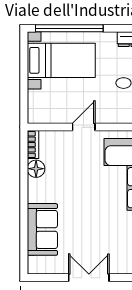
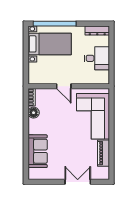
door: (84, 127) -> (64, 86), swing flipped
double door: (89, 278) -> (78, 182), moved

